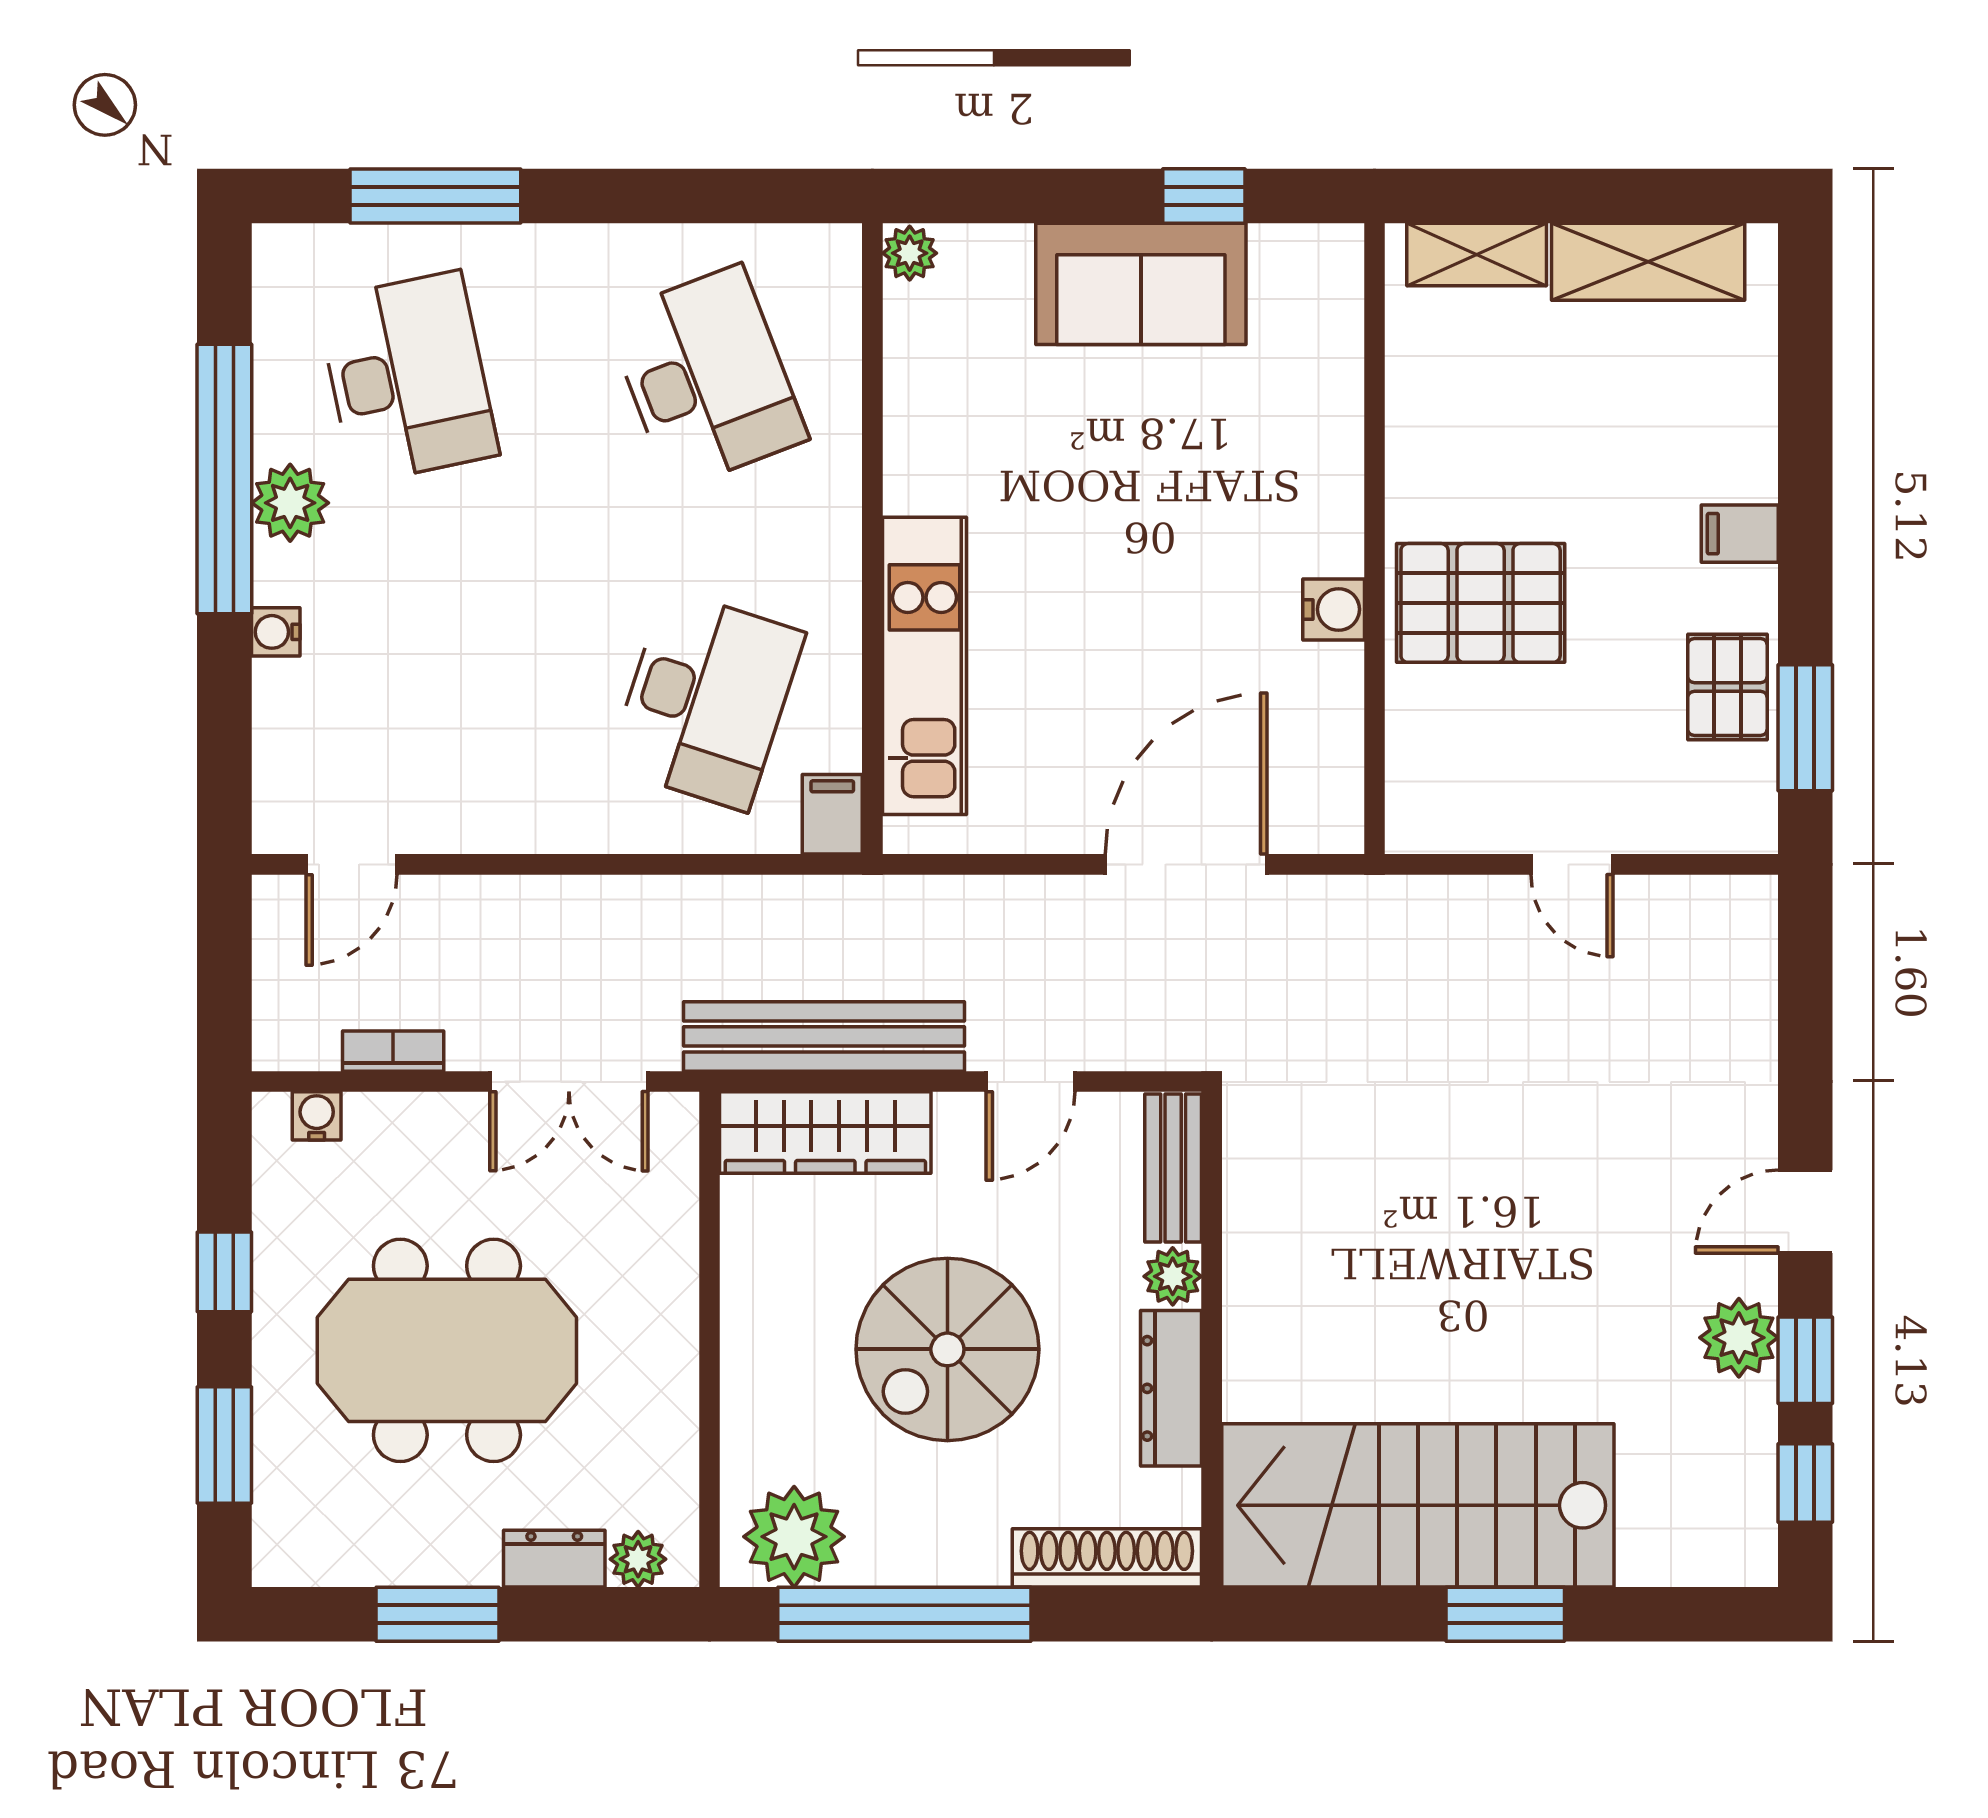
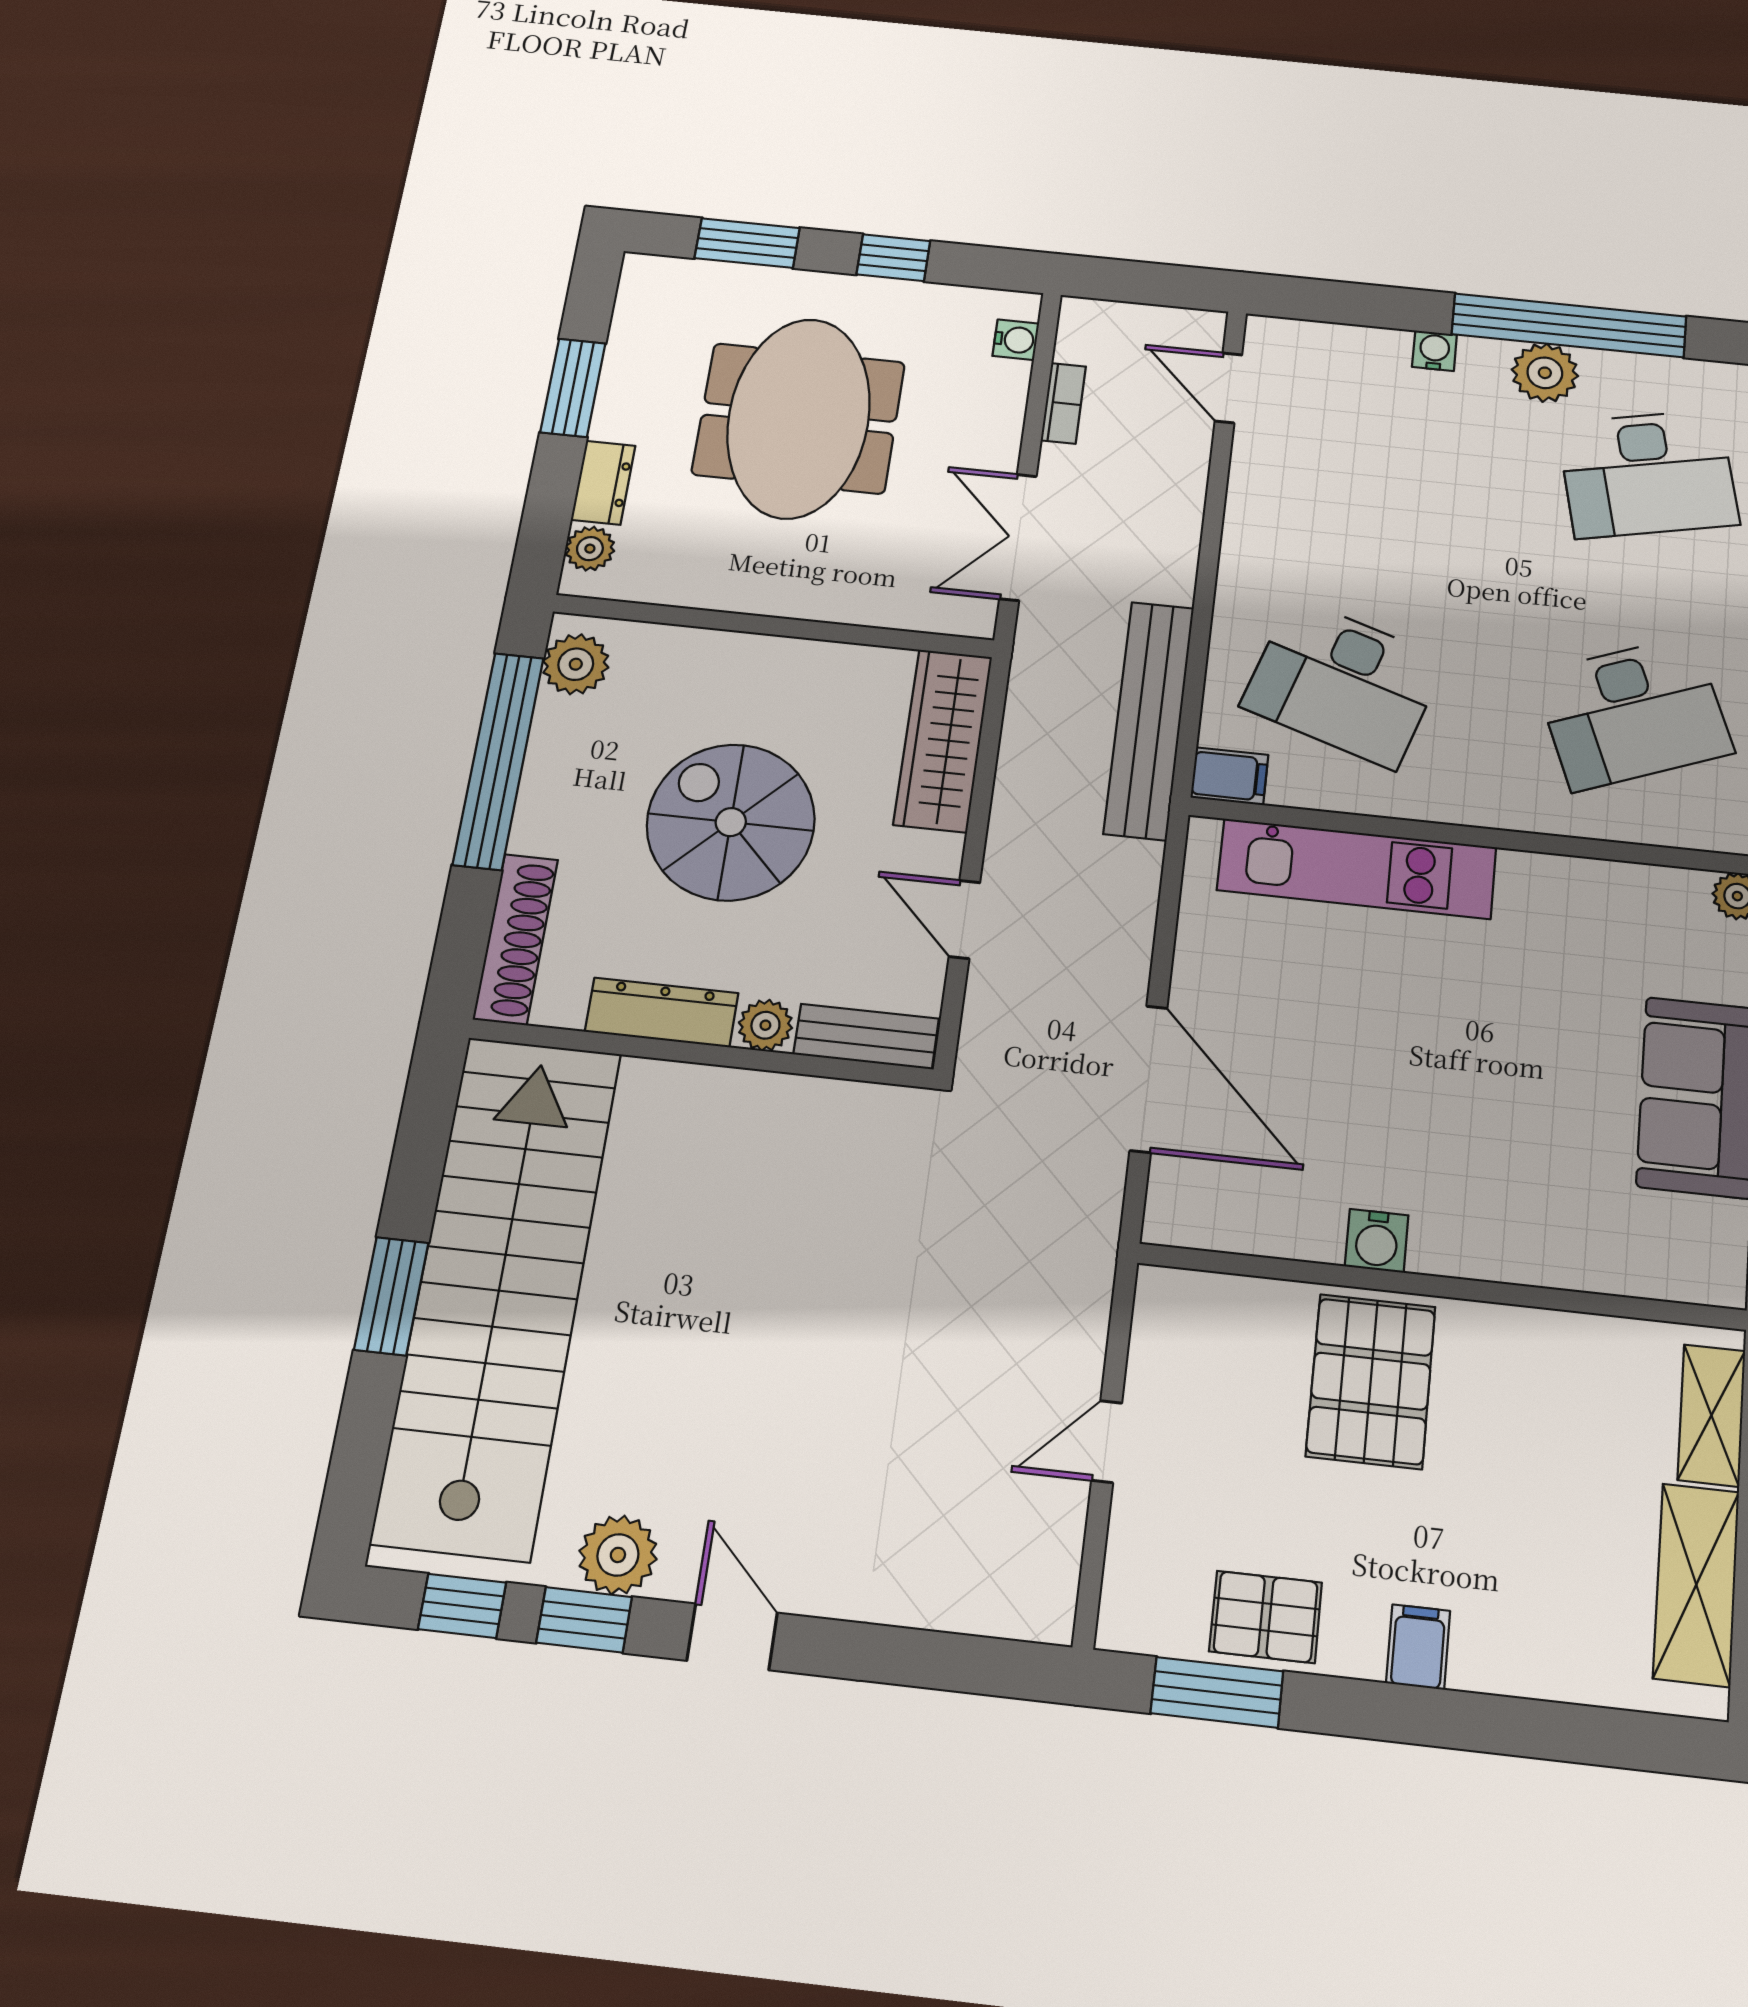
bench: (824, 1036) -> (1149, 720), moved
stairs: (1418, 1505) -> (498, 1292), width x1.36
plant: (794, 1537) -> (576, 664), width x0.73, depth x0.73

